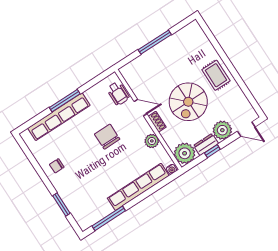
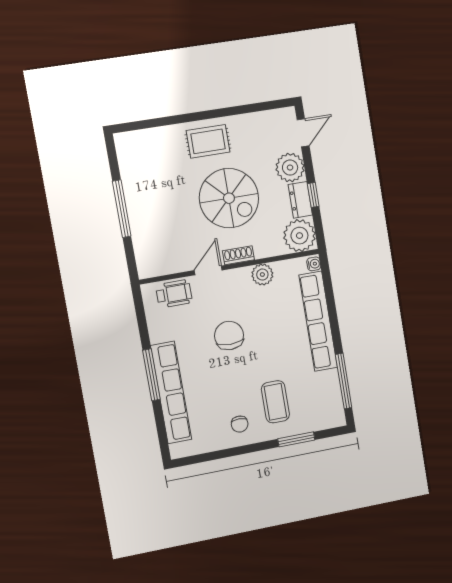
chair: (107, 137) -> (229, 335), turned 90
coffee table: (79, 182) -> (275, 402), added

